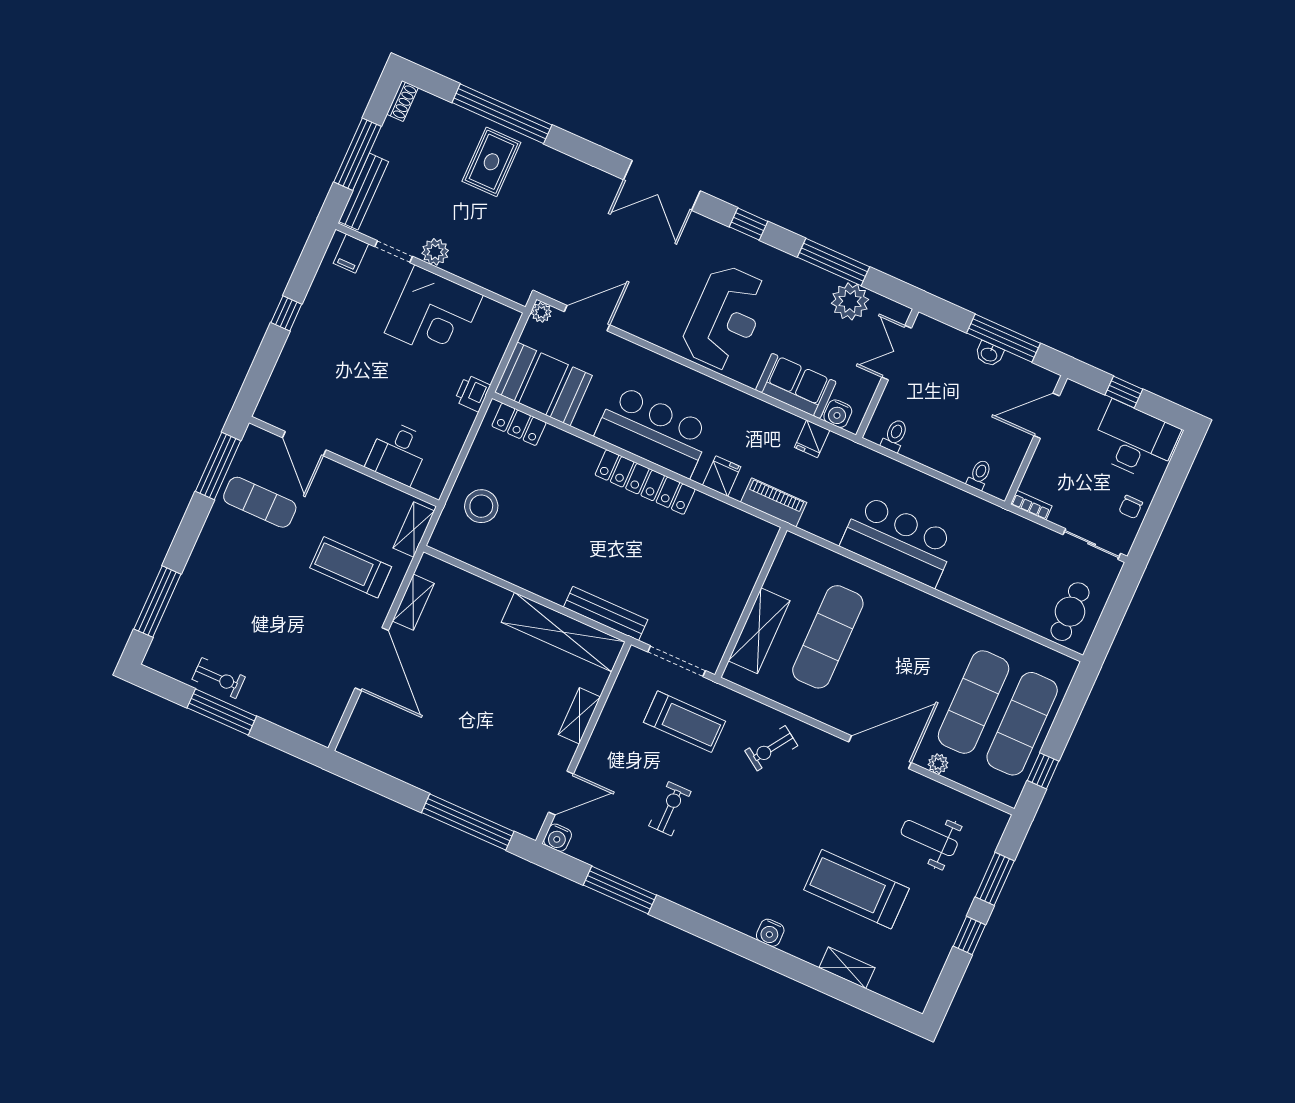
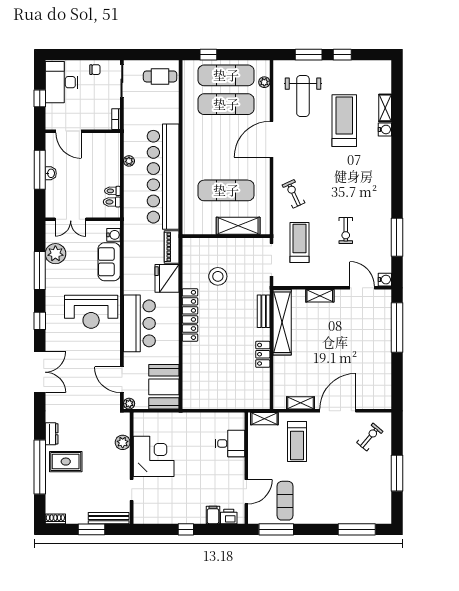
window: (358, 154) -> (92, 529), width x0.69
dresser: (549, 159) -> (52, 434), added
plant: (435, 252) -> (123, 442), moved
filing cabinet: (351, 254) -> (213, 515), moved, turned -90
reception desk: (725, 318) -> (91, 312), turned 180
printer: (472, 393) -> (229, 516), moved, turned 180
locker: (519, 424) -> (263, 354), moved, turned 180
bar counter: (653, 431) -> (139, 323), moved, turned 180
fridge: (812, 439) -> (132, 242), removed
toilet: (979, 475) -> (112, 191), moved
fridge: (722, 476) -> (167, 278), width x1.88, depth x1.34
plant: (951, 495) -> (129, 161), added
stool: (481, 506) -> (218, 276), moved
bar counter: (899, 541) -> (163, 177), width x1.86
bench: (606, 613) -> (264, 311), width x0.73
exercise bike: (219, 678) -> (370, 437), moved, turned 40
exercise bike: (771, 748) -> (294, 194), turned -149
door: (880, 752) -> (271, 139), hinge flipped
plant: (938, 764) -> (264, 82), moved
window: (1043, 771) -> (208, 55), moved
exercise bike: (670, 809) -> (346, 230), turned -90
weight bench: (929, 838) -> (303, 96), width x1.36, depth x1.33
treadmill: (856, 889) -> (344, 121), turned 180
water cooler: (770, 933) -> (385, 129), moved

